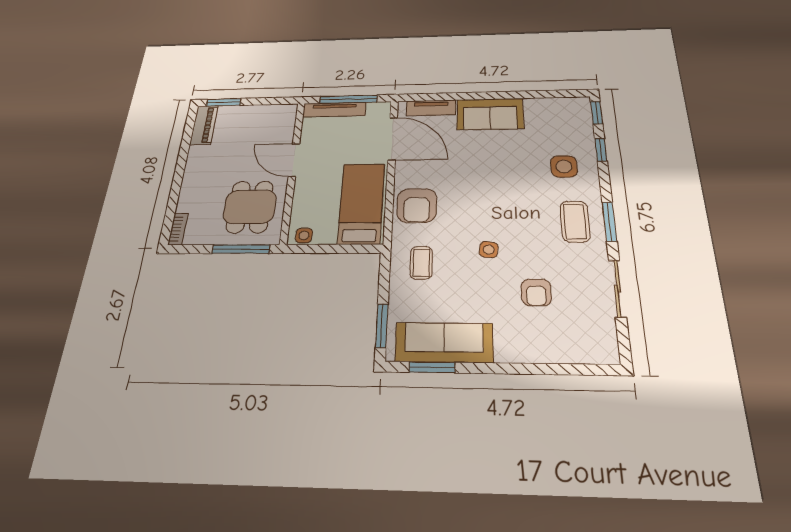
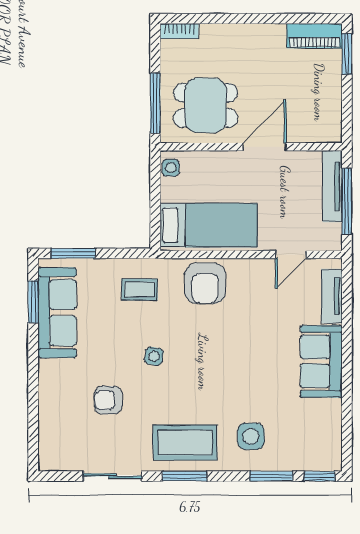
door: (393, 139) -> (291, 255), width x0.53
window: (601, 150) -> (271, 476), width x1.50
armchair: (417, 206) -> (205, 283), turned -90
coffee table: (575, 221) -> (185, 443), width x1.36, depth x1.32

